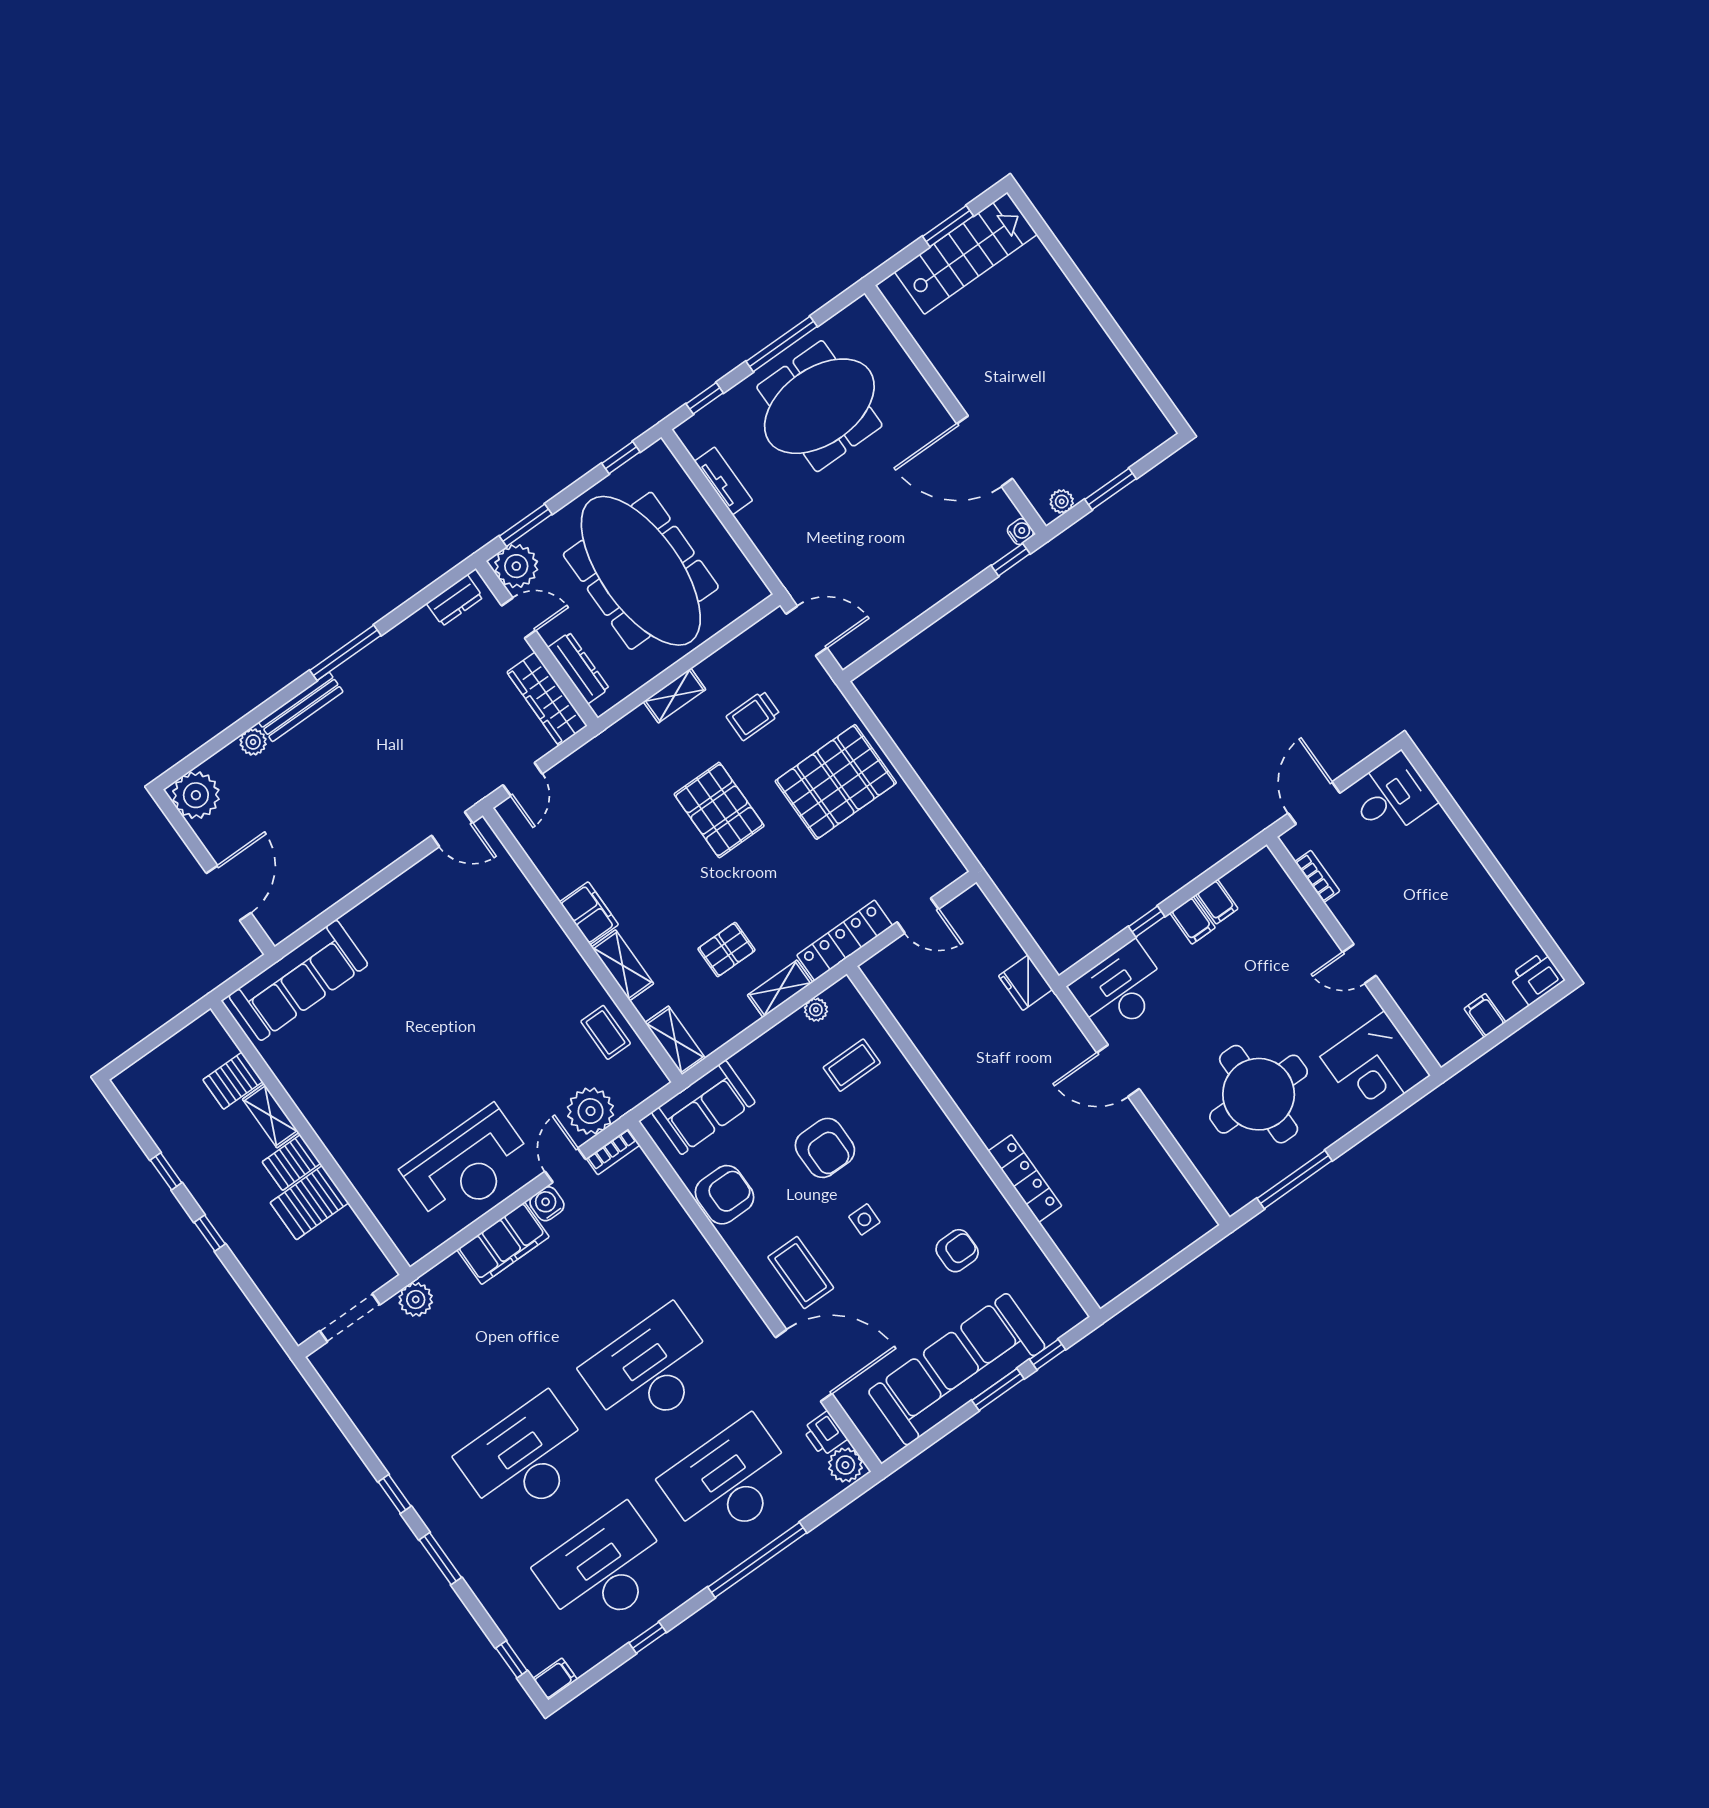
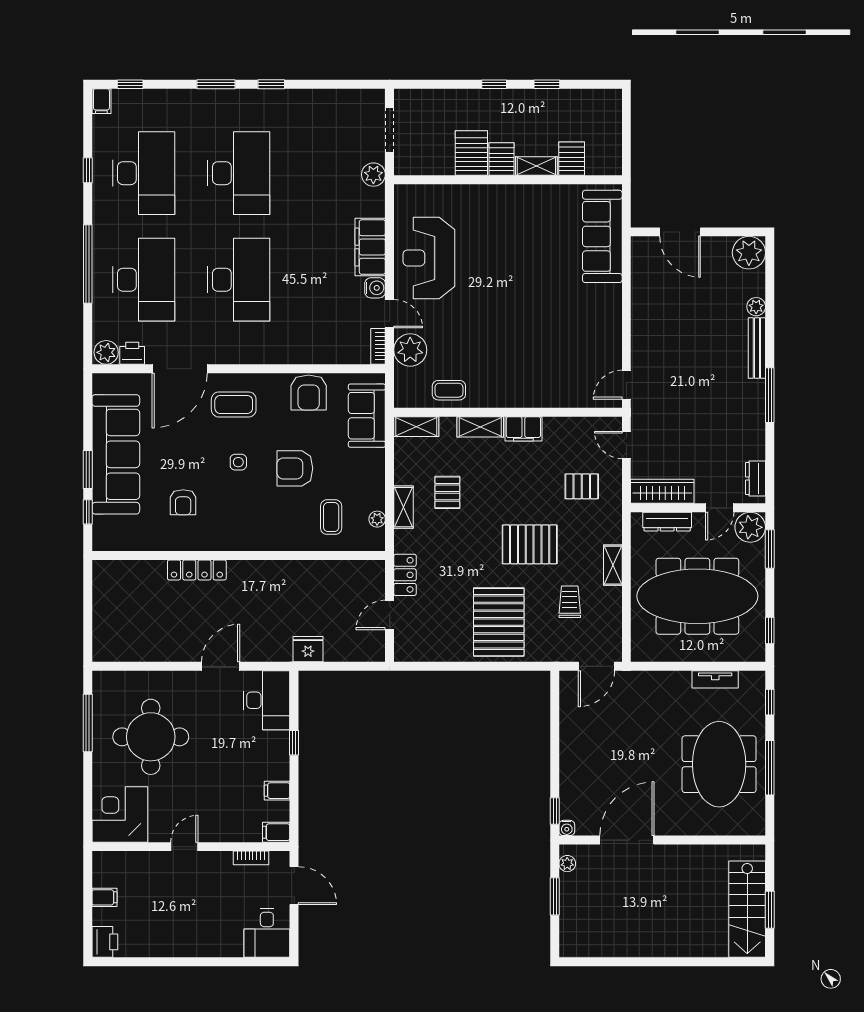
pallet: (608, 797) -> (582, 486), added
filing cabinet: (1193, 920) -> (276, 832), moved
locker: (845, 940) -> (405, 575), width x0.66

